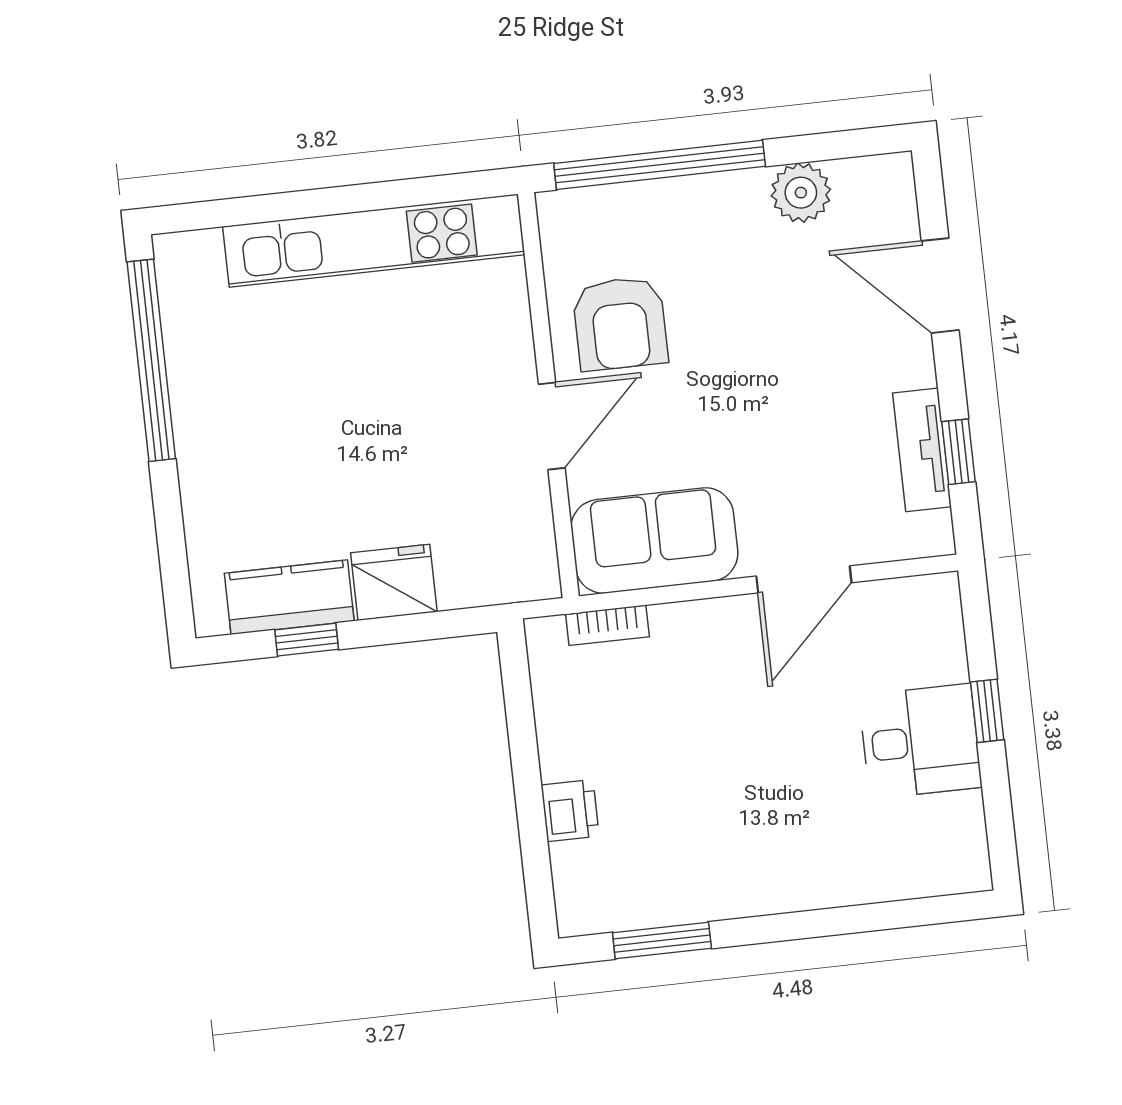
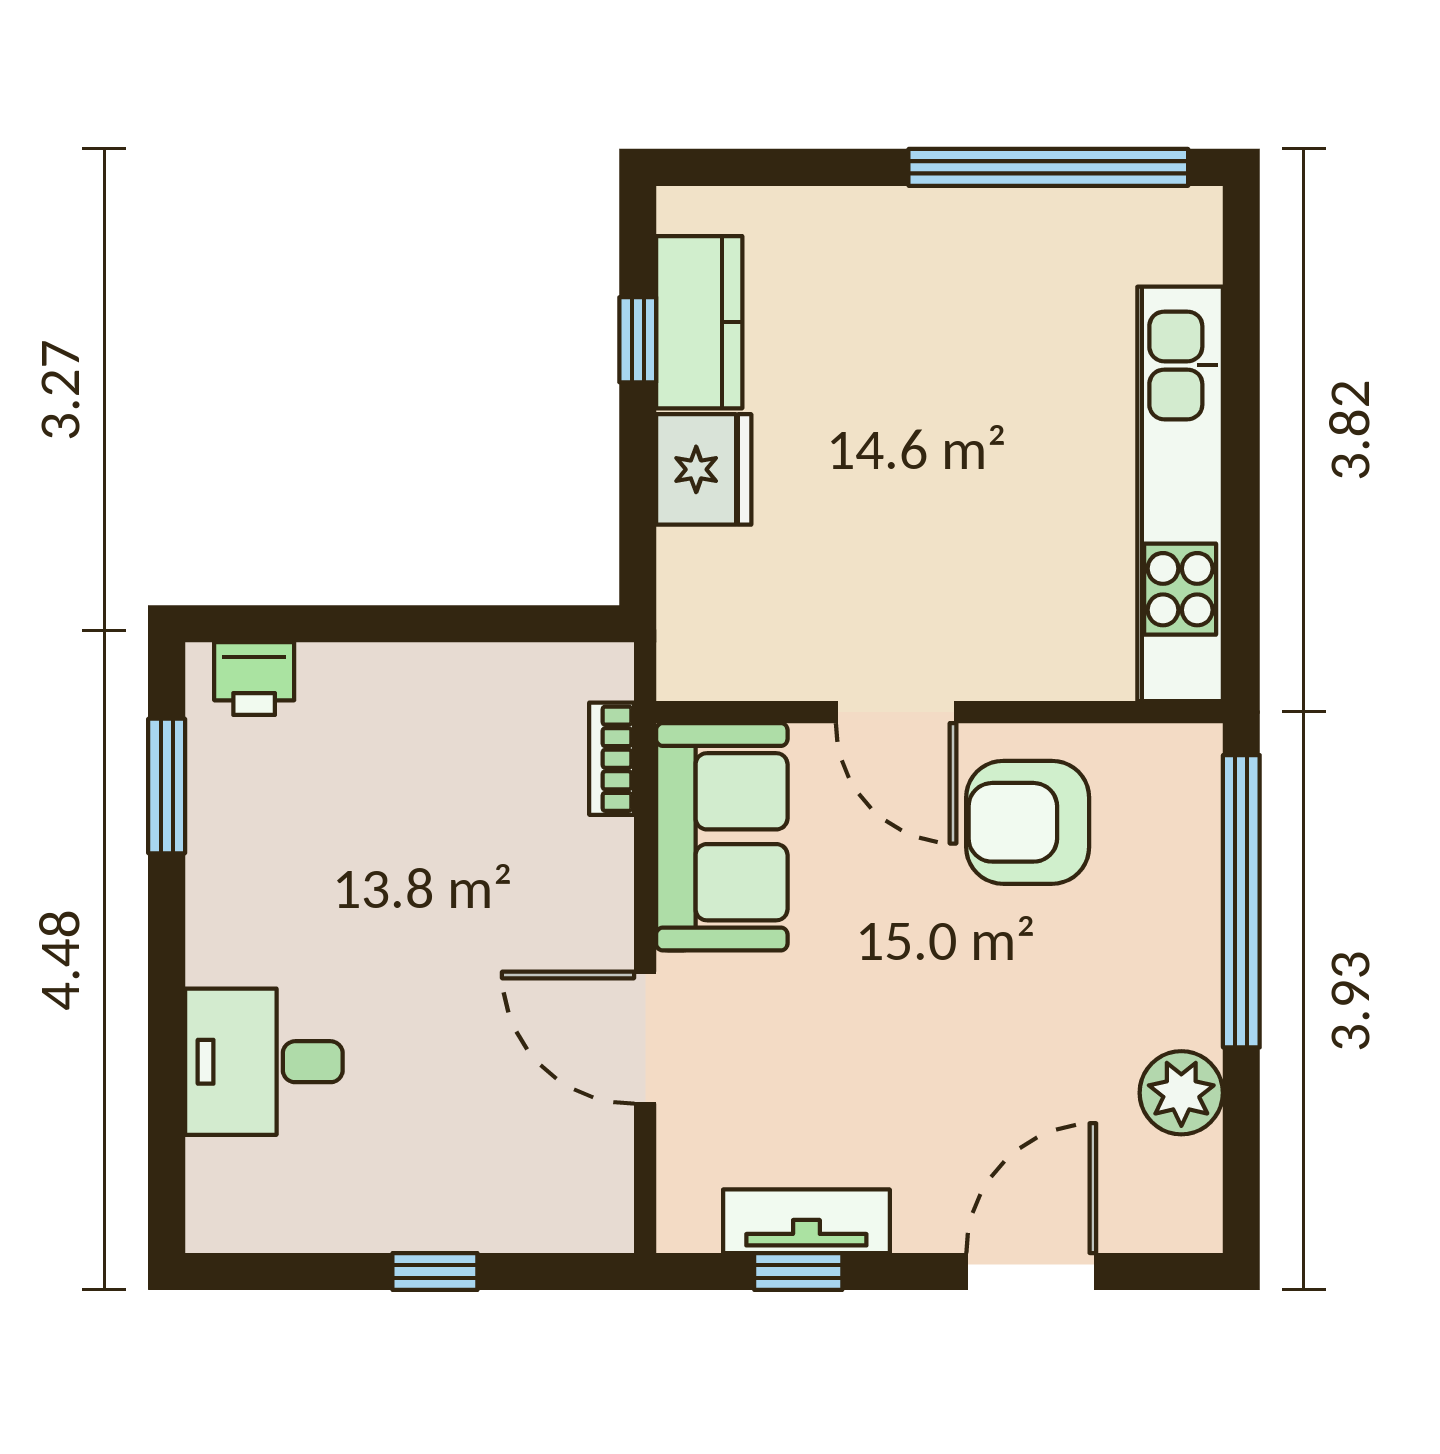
desk: (920, 741) -> (264, 1062), moved, turned 90
printer: (570, 811) -> (254, 679), moved

